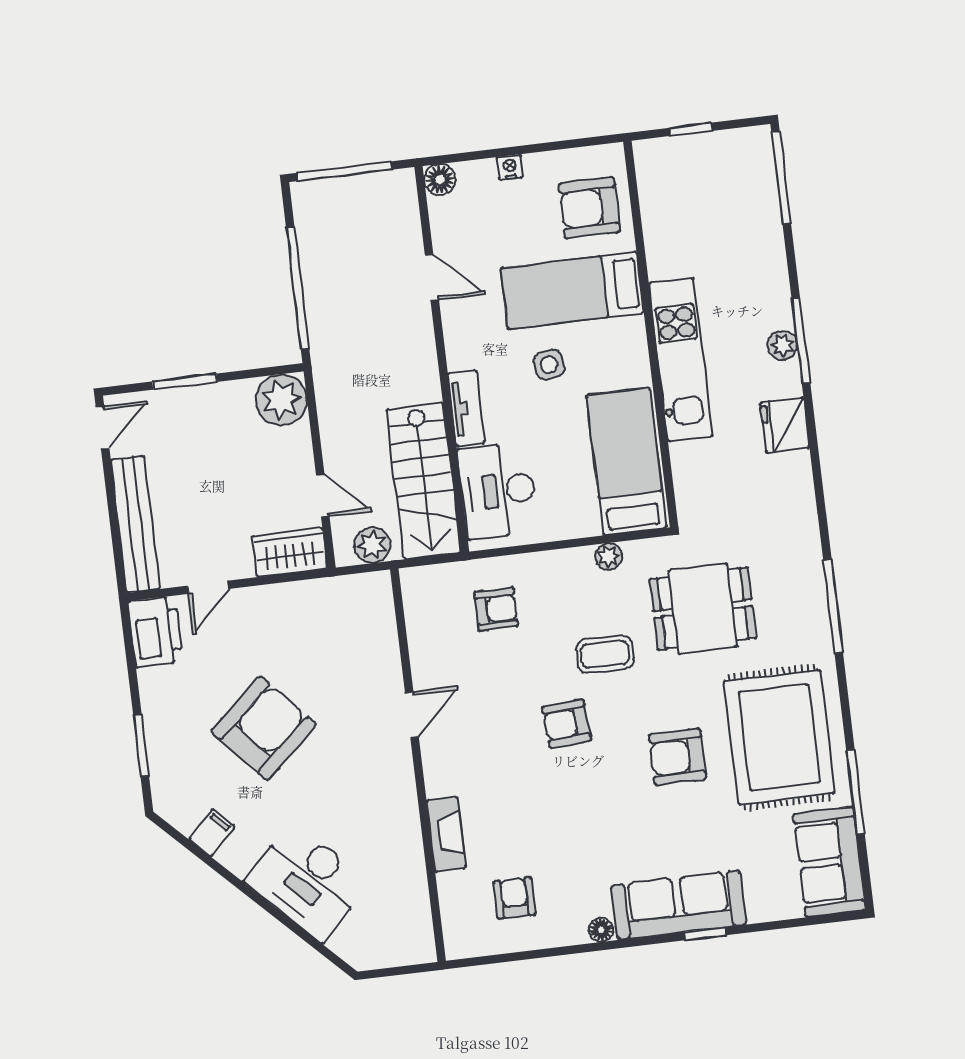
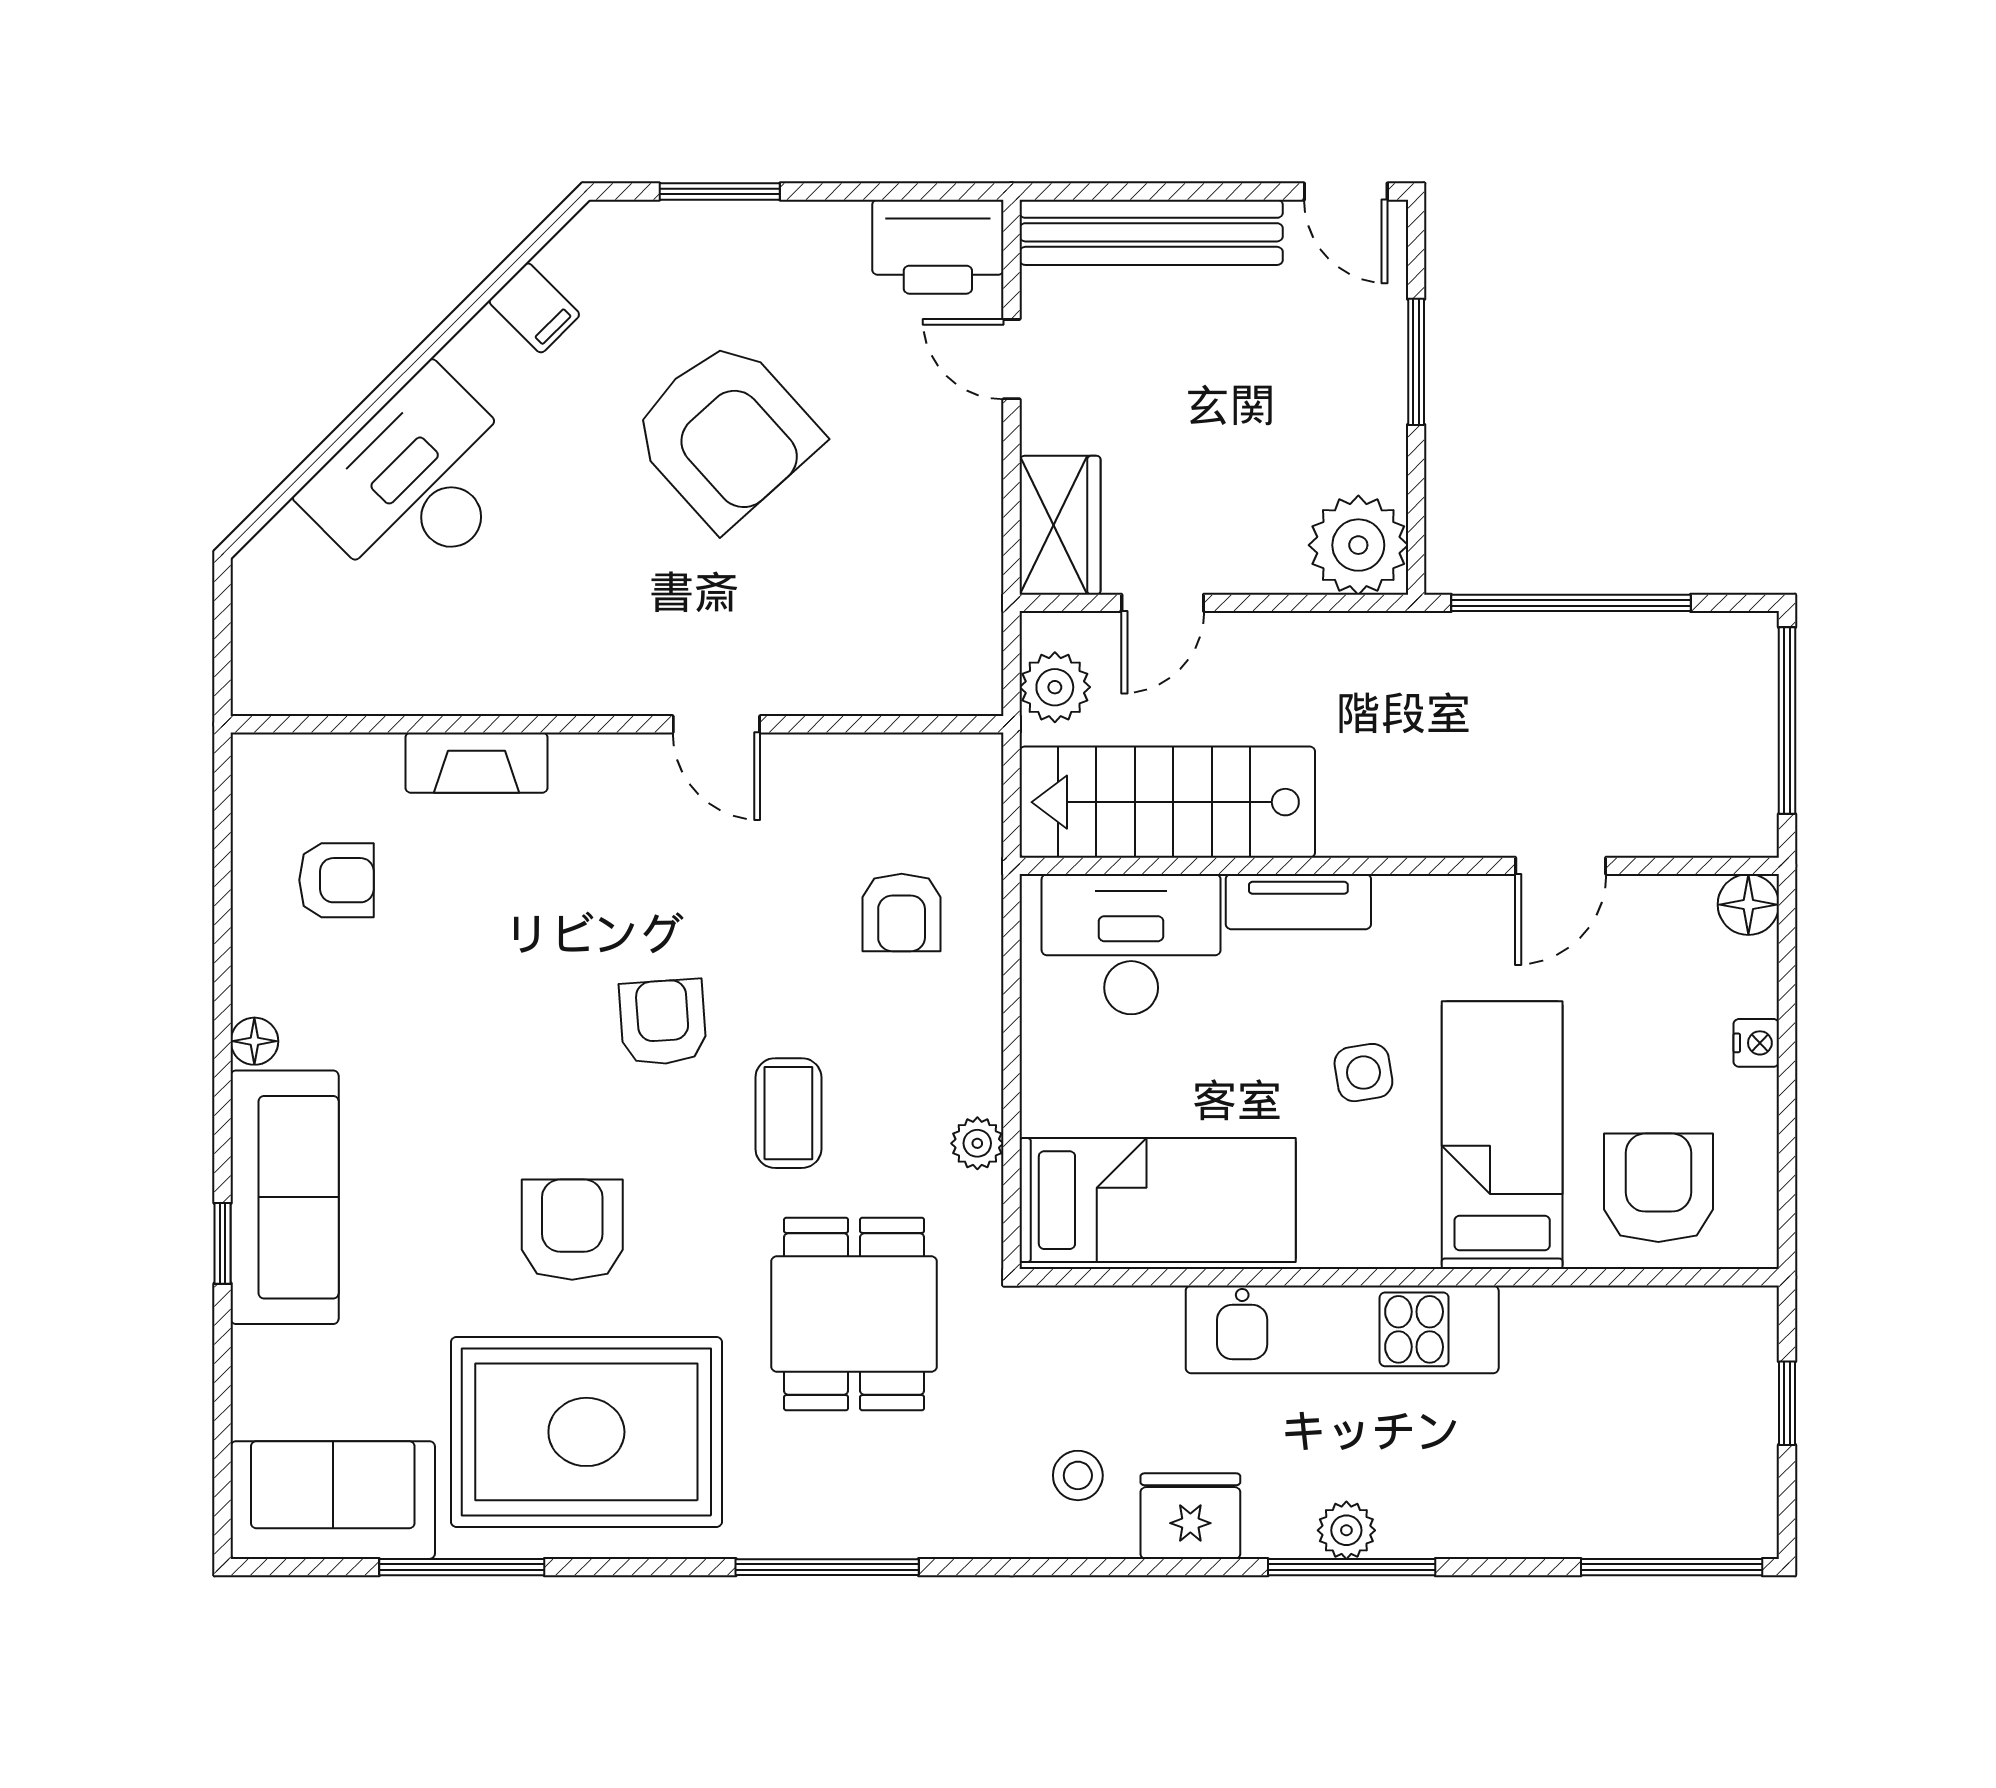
stool: (771, 485) -> (1078, 1475), added

